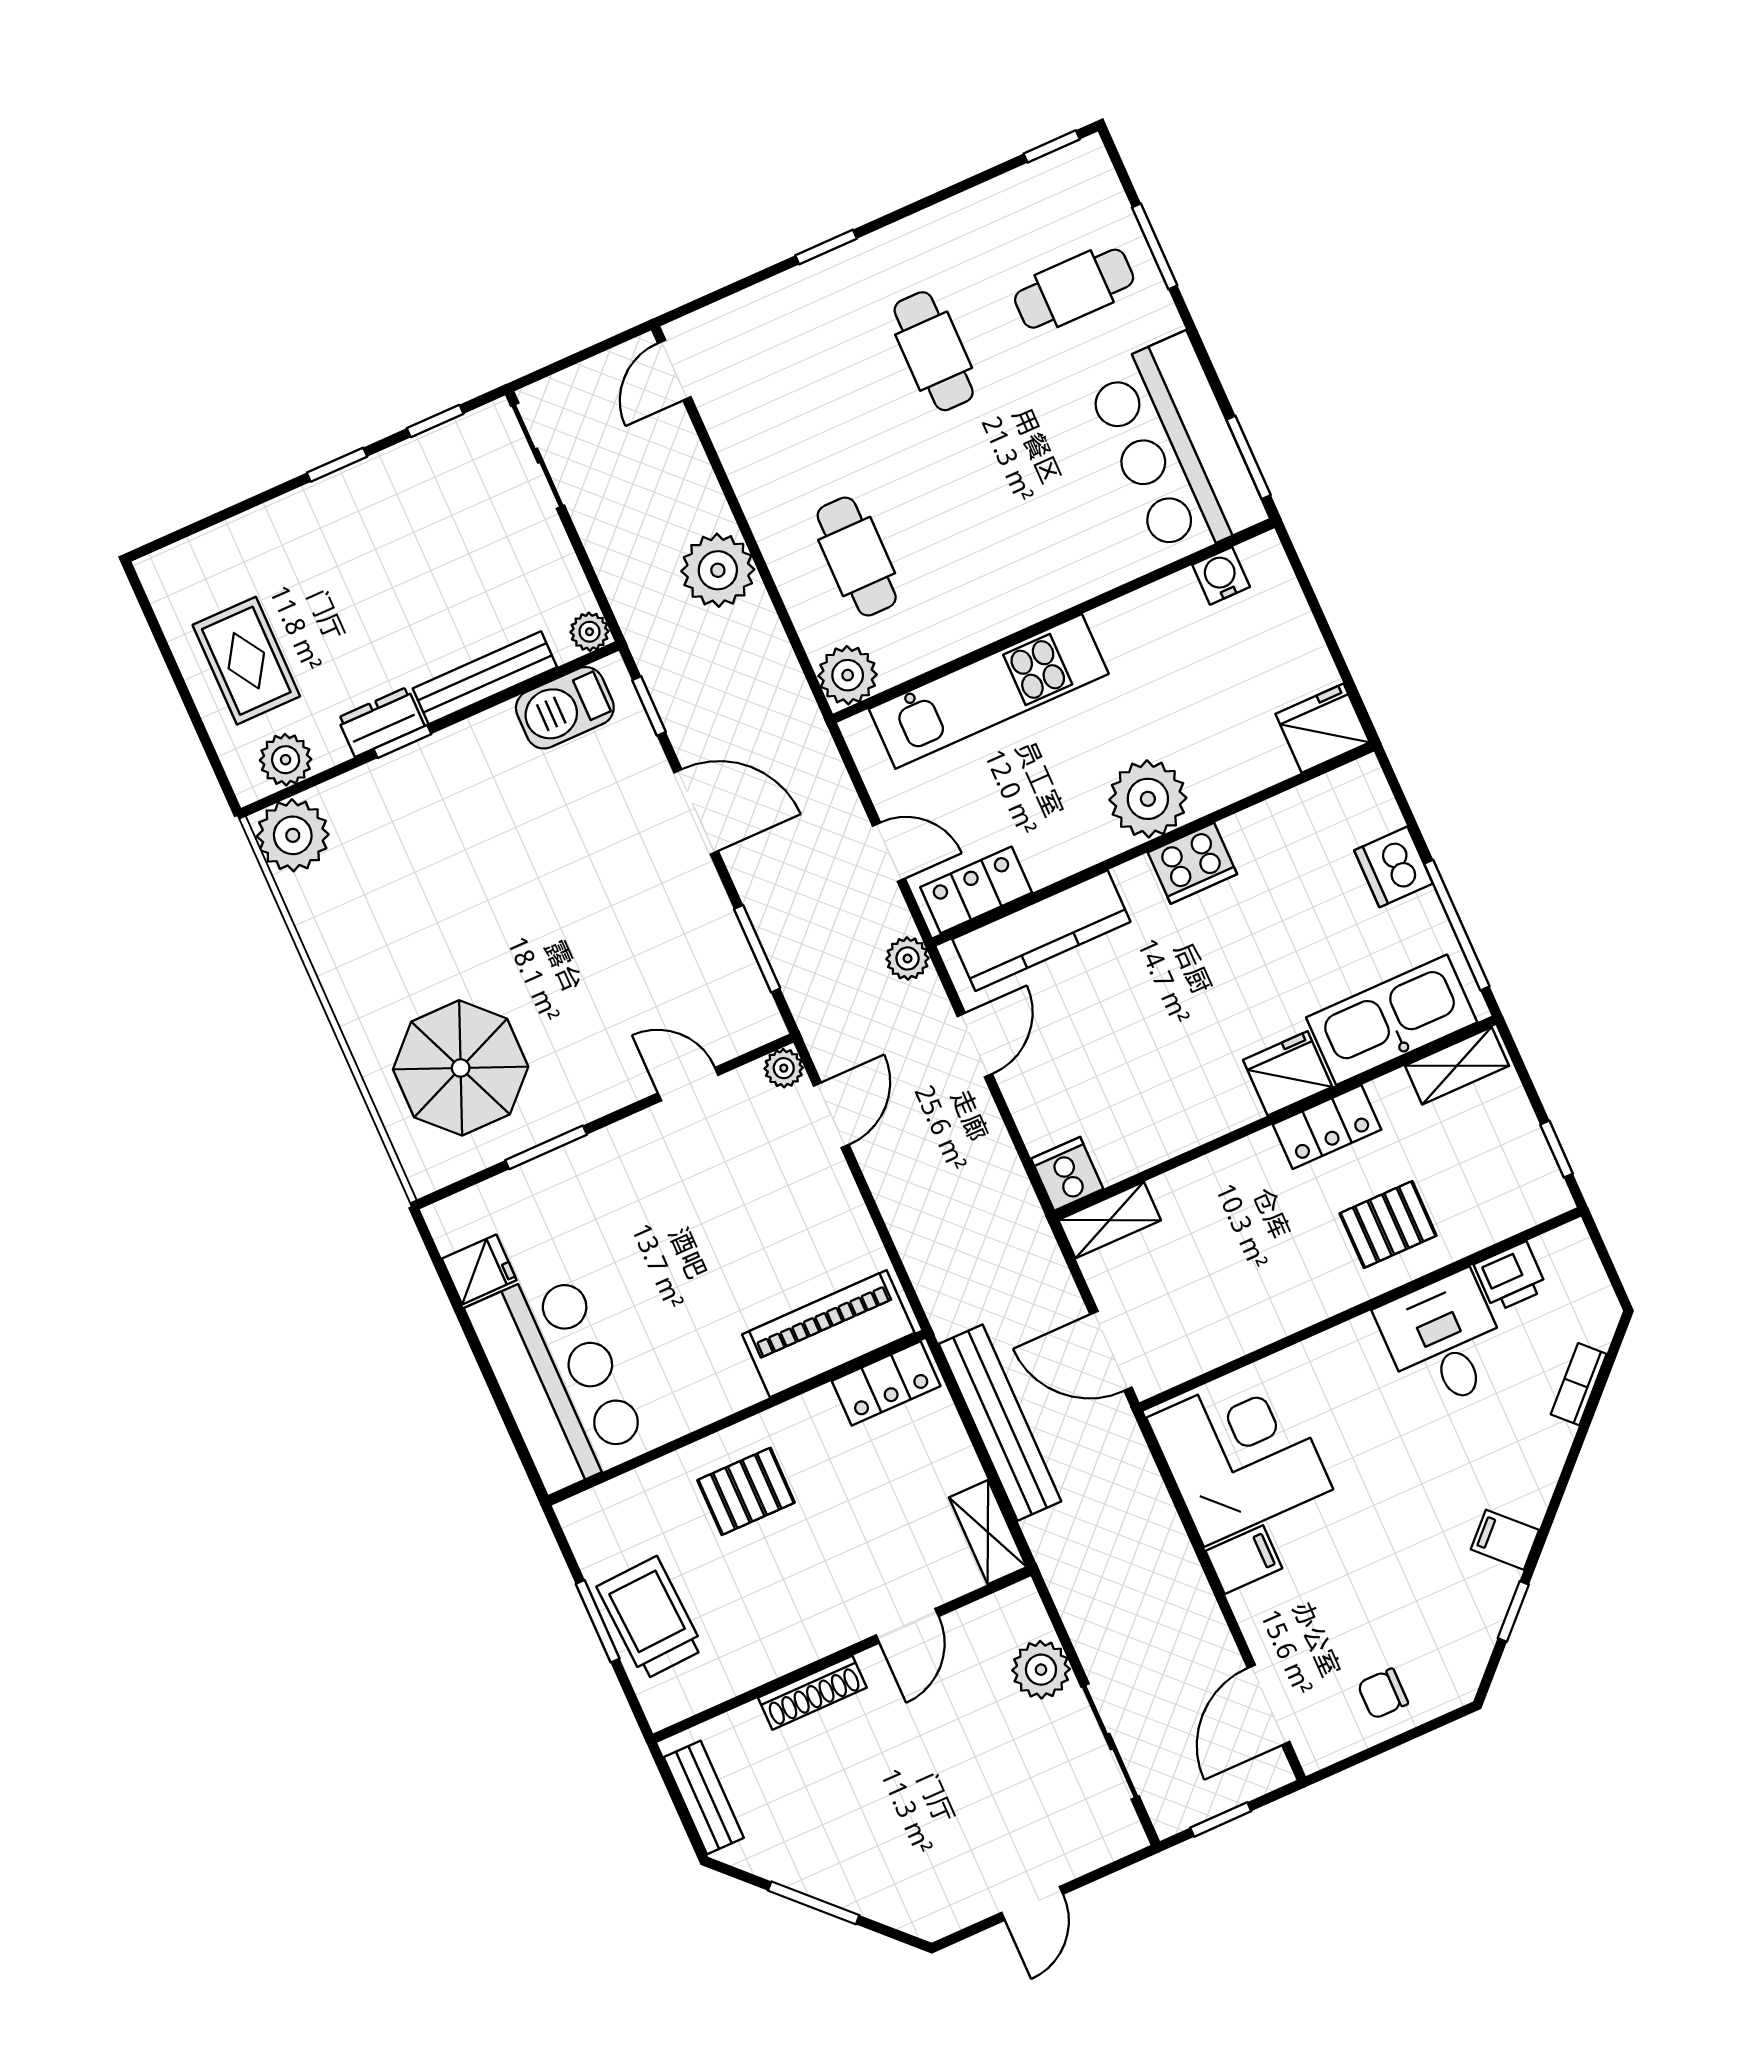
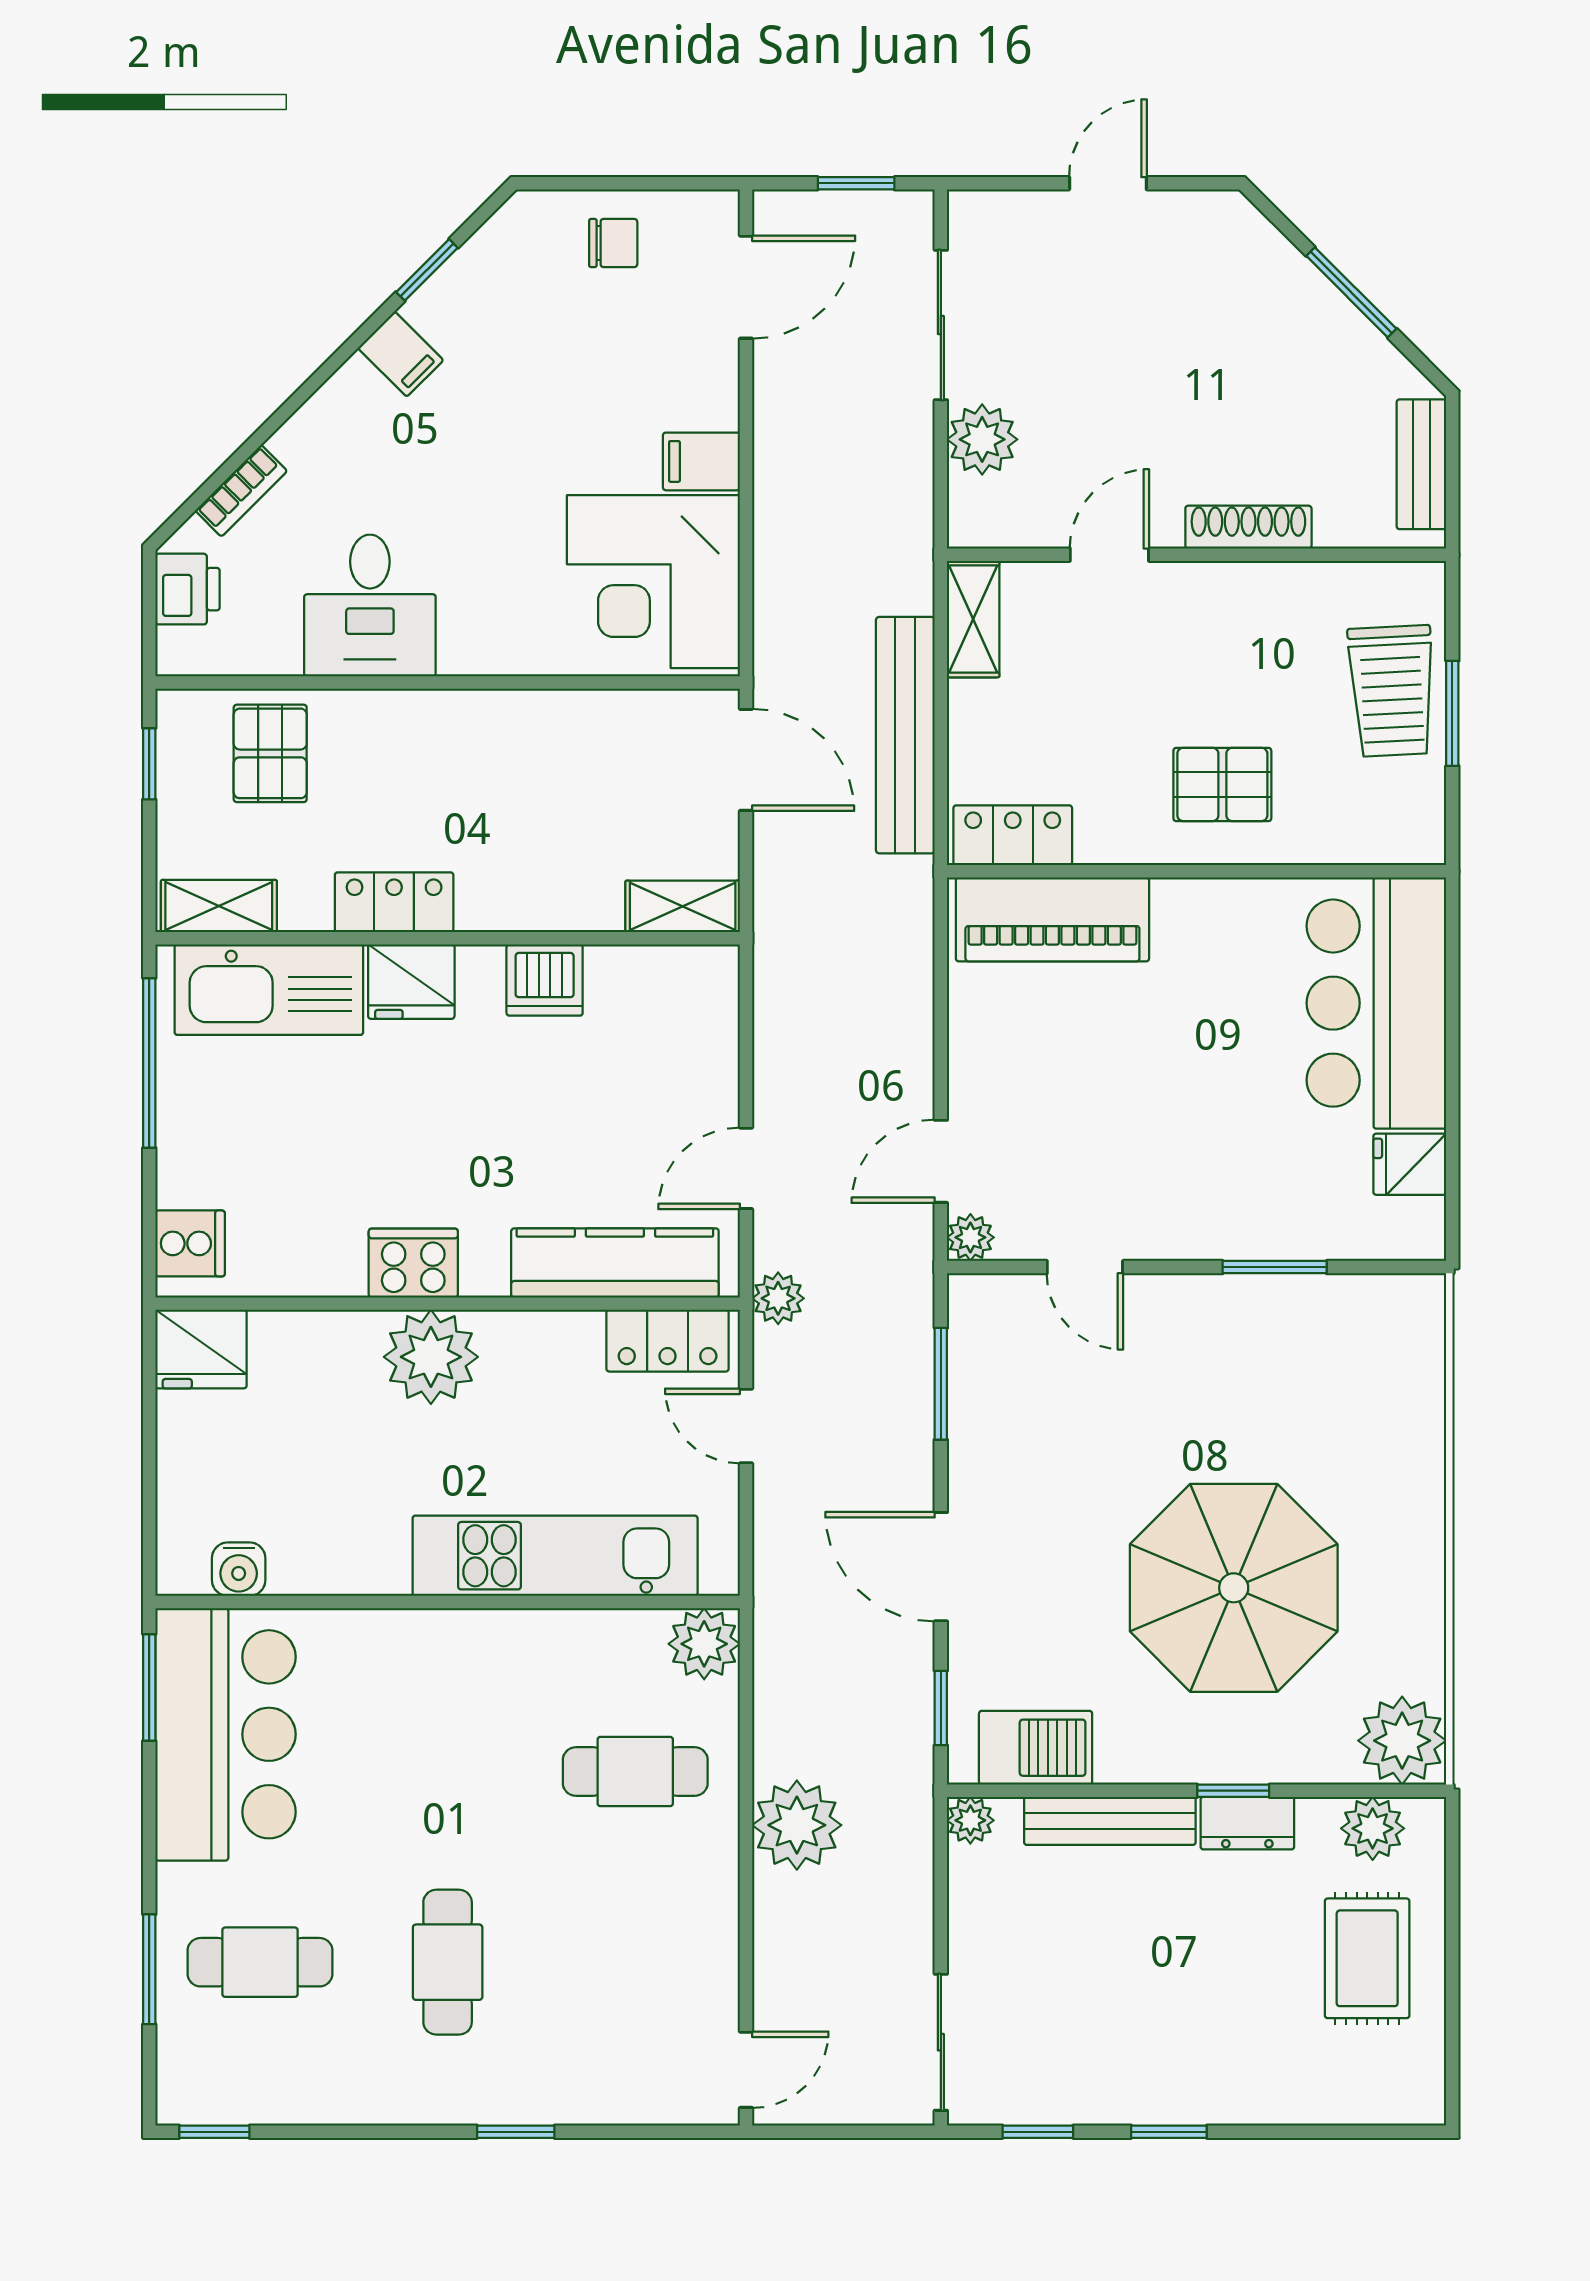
cafe table: (857, 557) -> (635, 1772), turned 90
dishwasher: (1393, 867) -> (545, 980), moved, turned 90
parasol: (461, 1068) -> (1234, 1588), moved, width x1.36, depth x1.36
cooker: (1067, 1174) -> (190, 1243), moved, turned -90
pallet: (1388, 1224) -> (270, 753), moved, turned 90
printer: (1511, 1277) -> (188, 589), moved, turned 90

